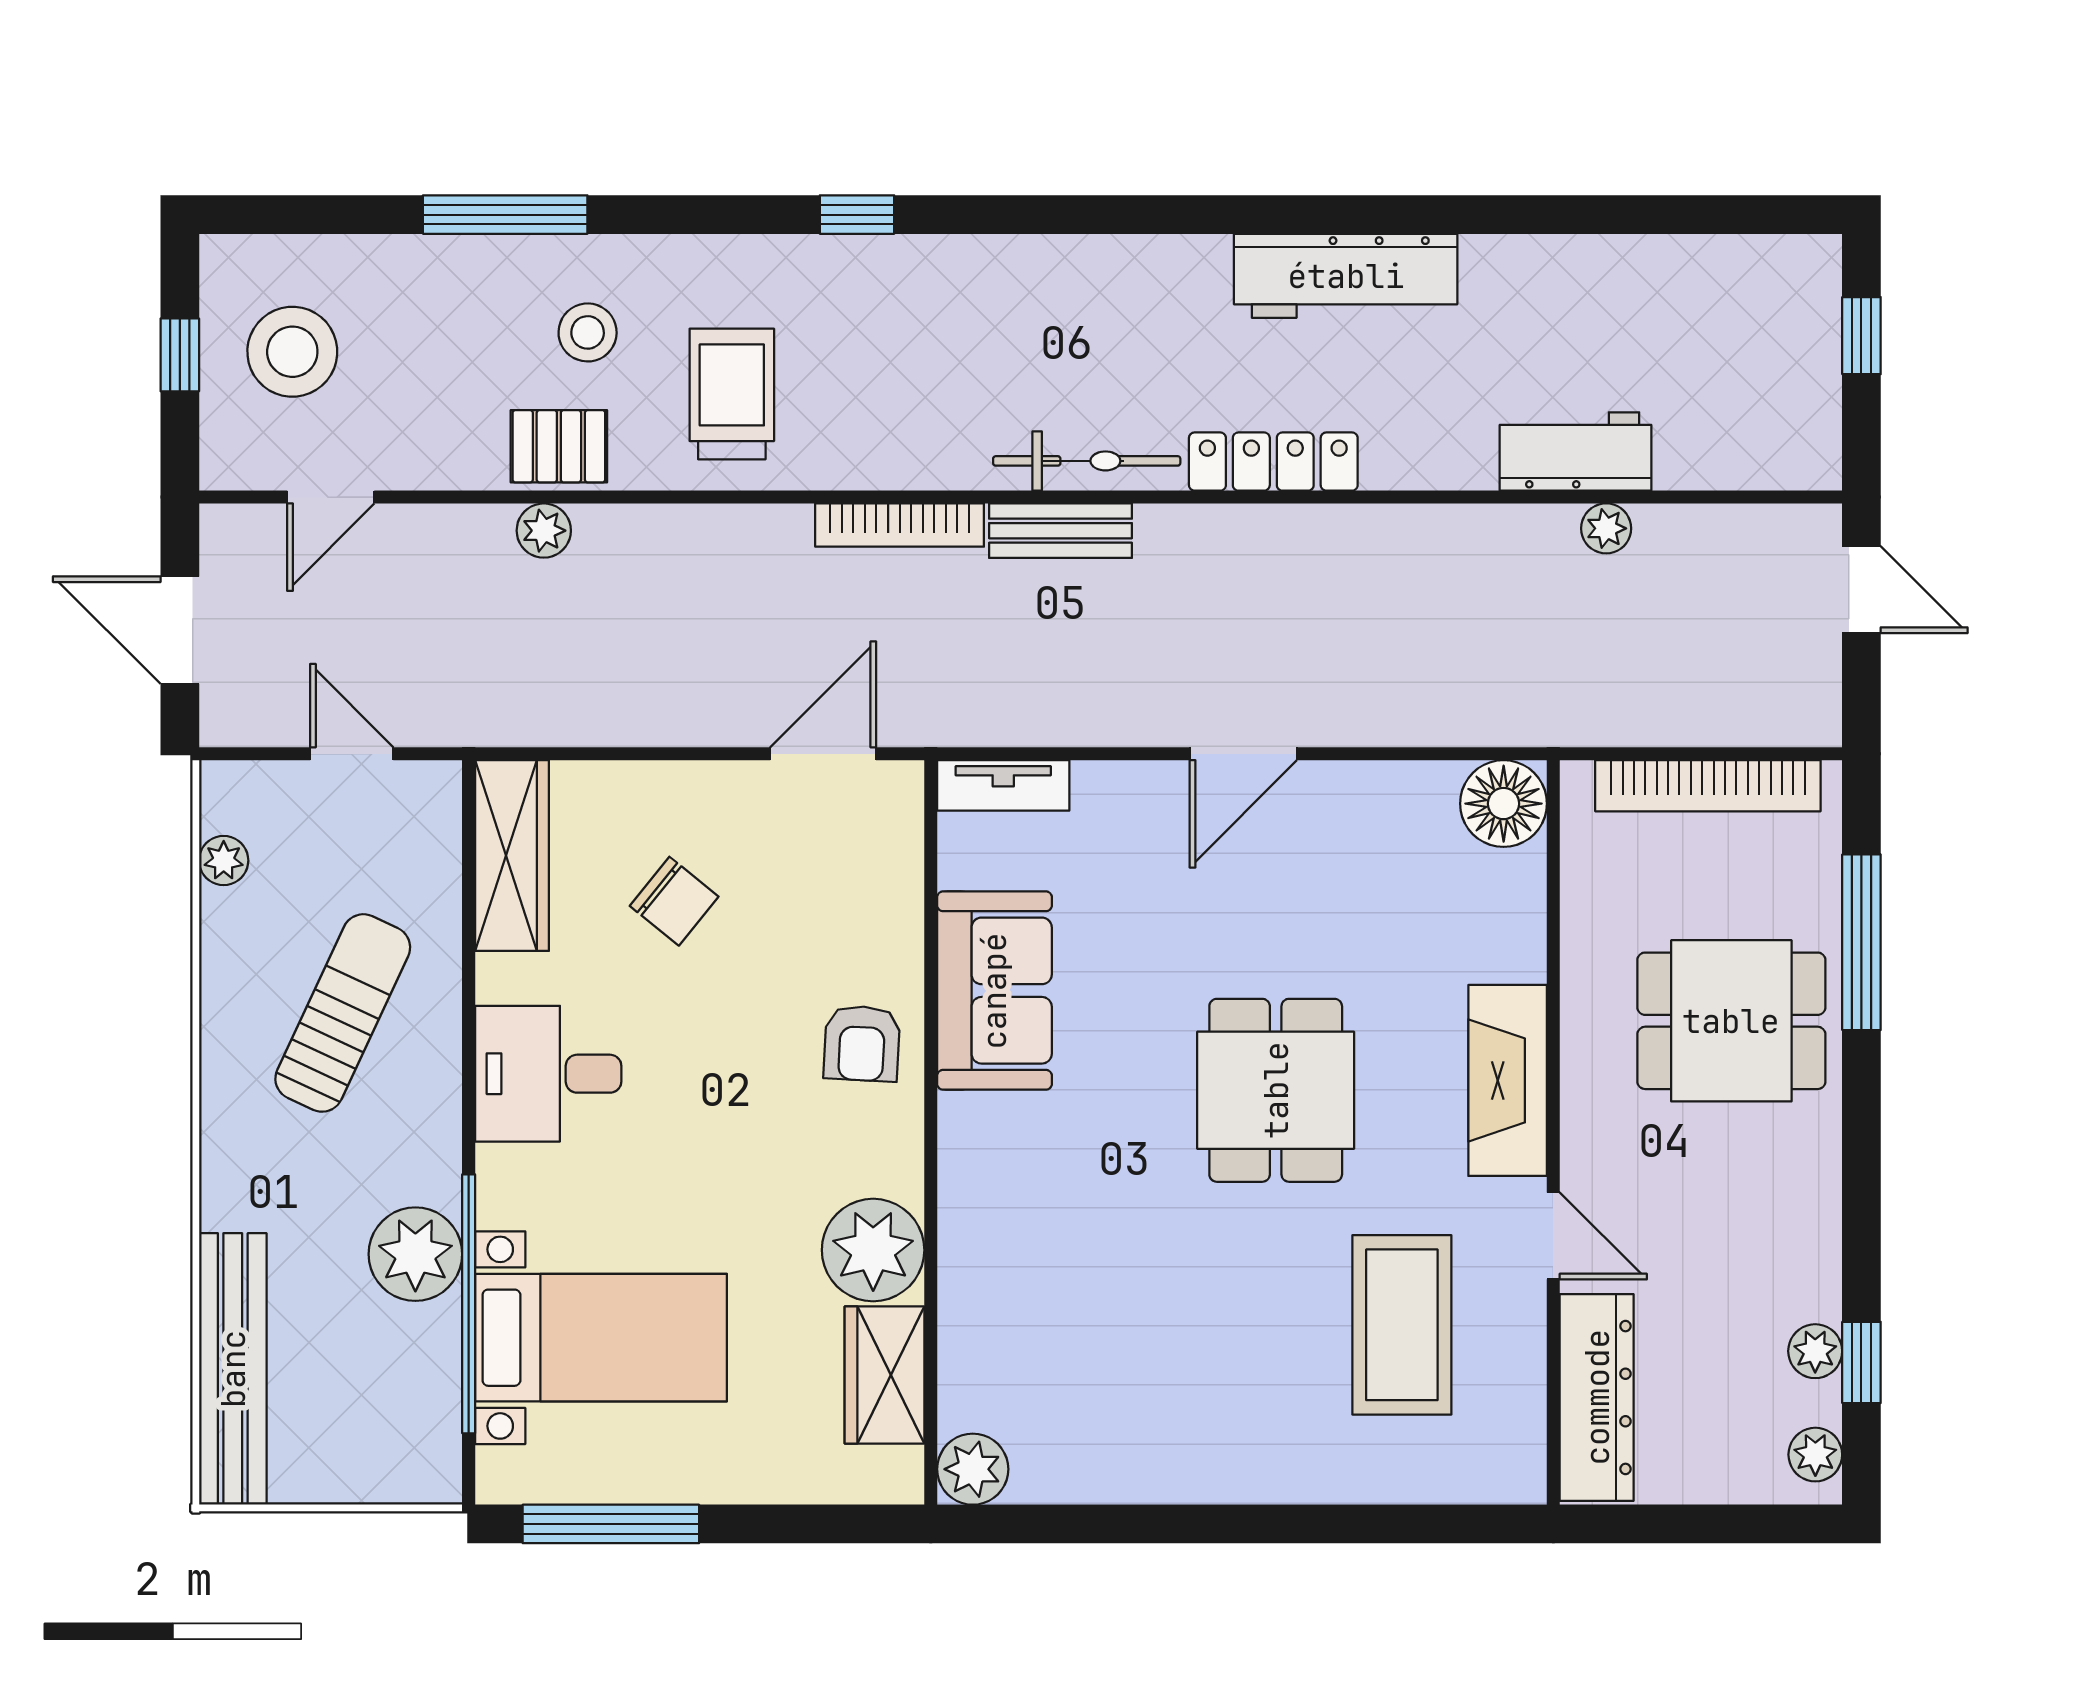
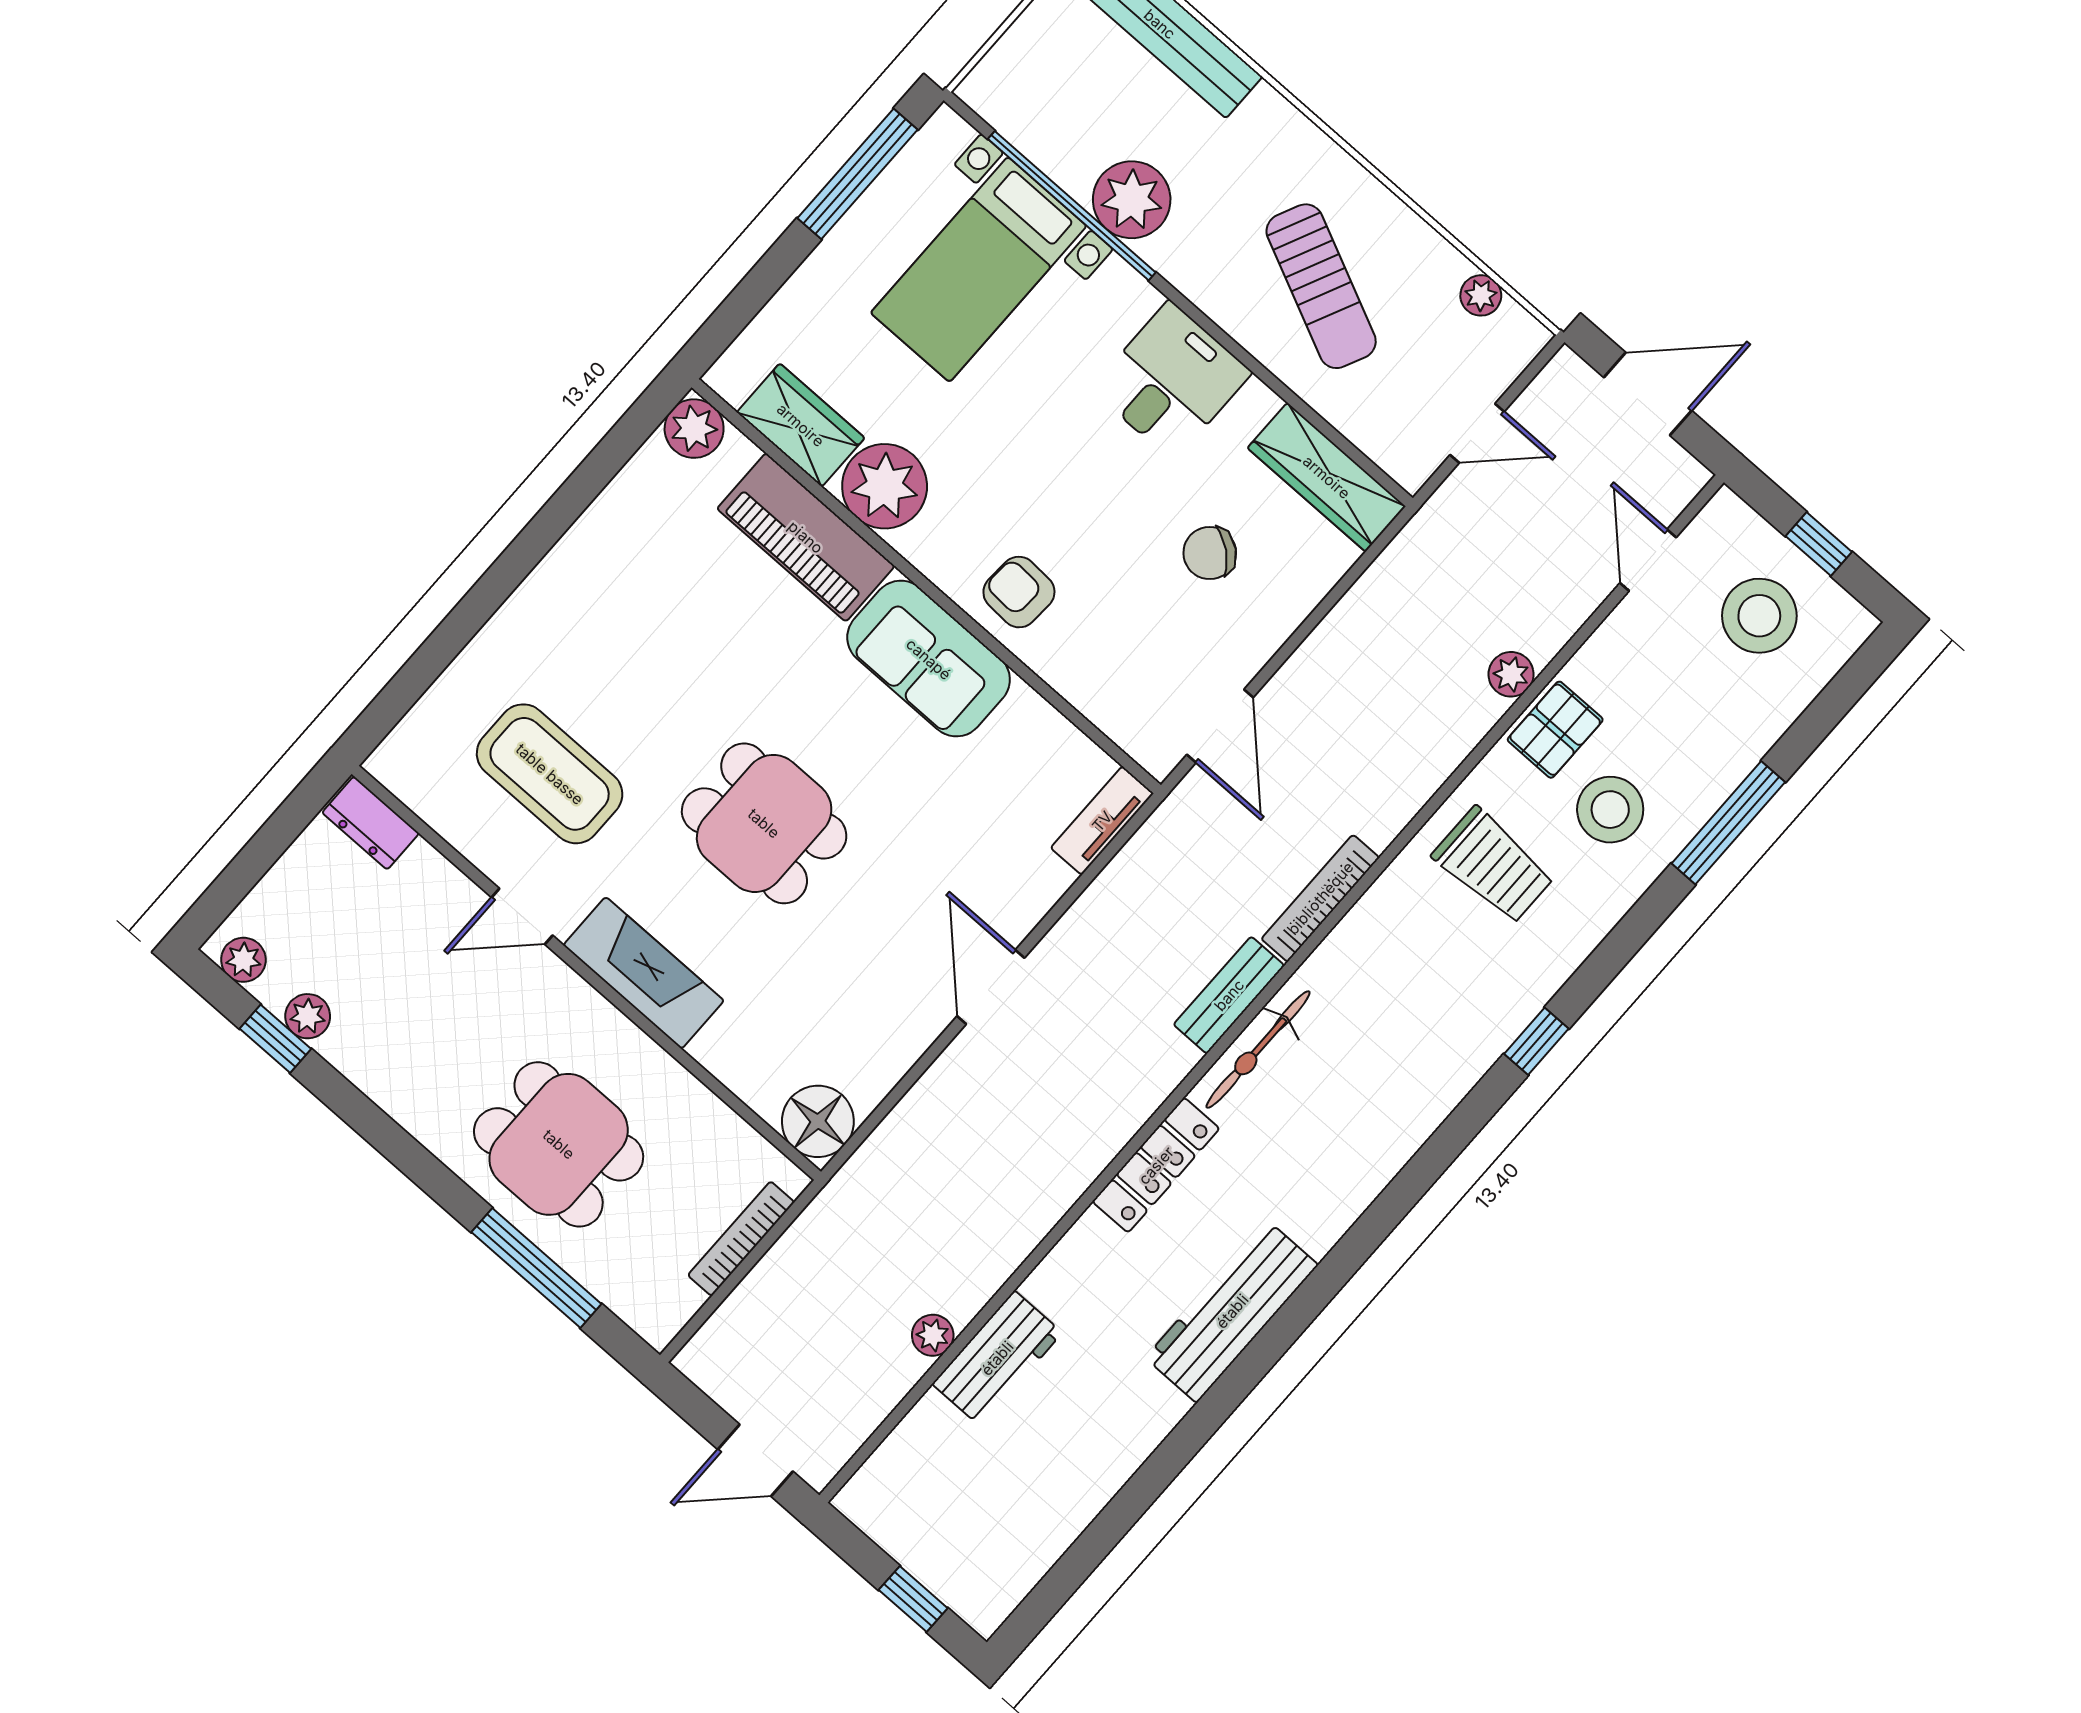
stool: (588, 332) -> (1610, 810), width x1.38, depth x1.38
bookcase: (1708, 786) -> (741, 1239), width x0.68, depth x0.76
sofa: (994, 991) -> (929, 659), moved
dining table: (1731, 1021) -> (559, 1144), turned 90
piano: (982, 1281) -> (806, 537), added
dresser: (1597, 1397) -> (371, 823), width x0.51, depth x0.80

